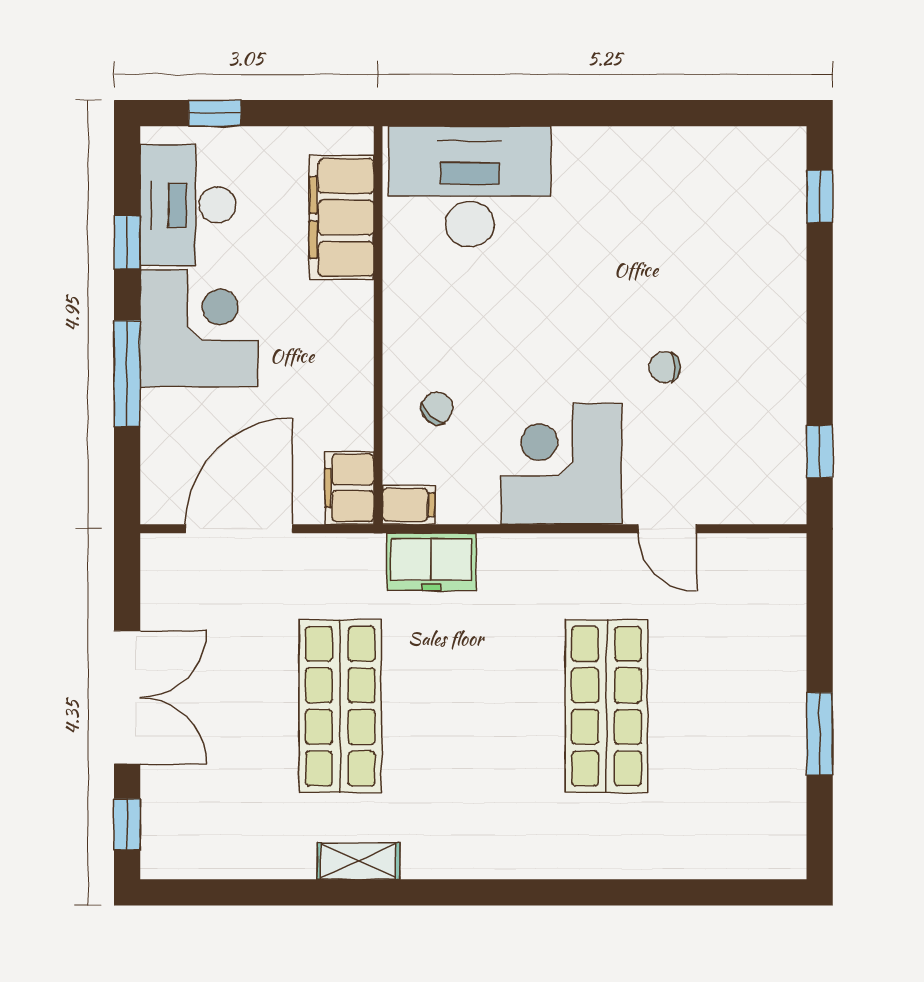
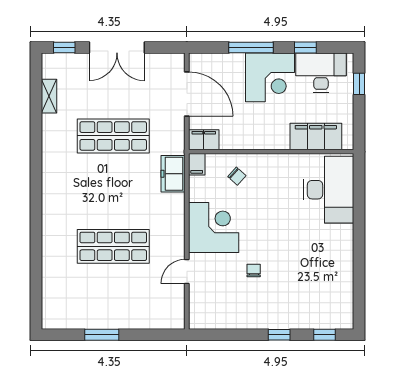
window: (820, 452) -> (279, 335), moved
shelving: (358, 861) -> (49, 96), moved

